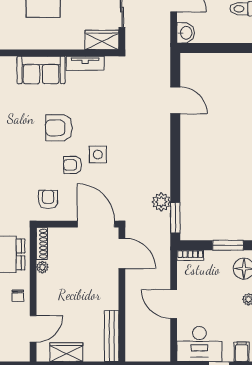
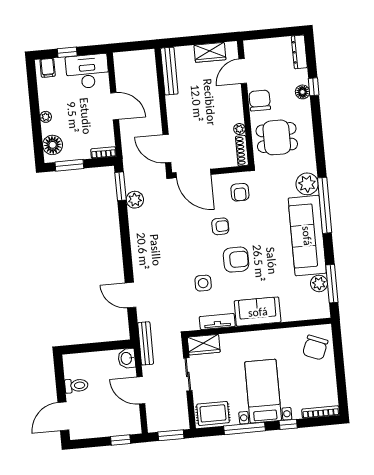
bench: (164, 47) -> (146, 343), added
side table: (98, 155) -> (203, 283), moved
chair: (18, 296) -> (260, 100), width x1.87, depth x1.87

